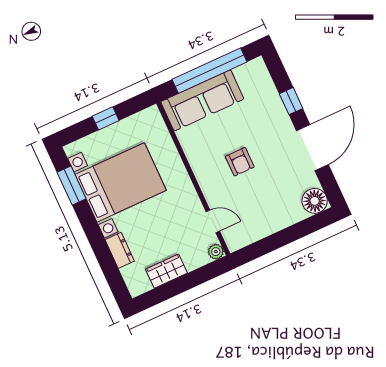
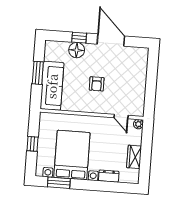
window: (209, 71) -> (38, 73), width x0.47
armchair: (240, 162) -> (97, 84), turned 90
floor lamp: (315, 201) -> (77, 50), moved
door: (213, 221) -> (121, 117), swing flipped

